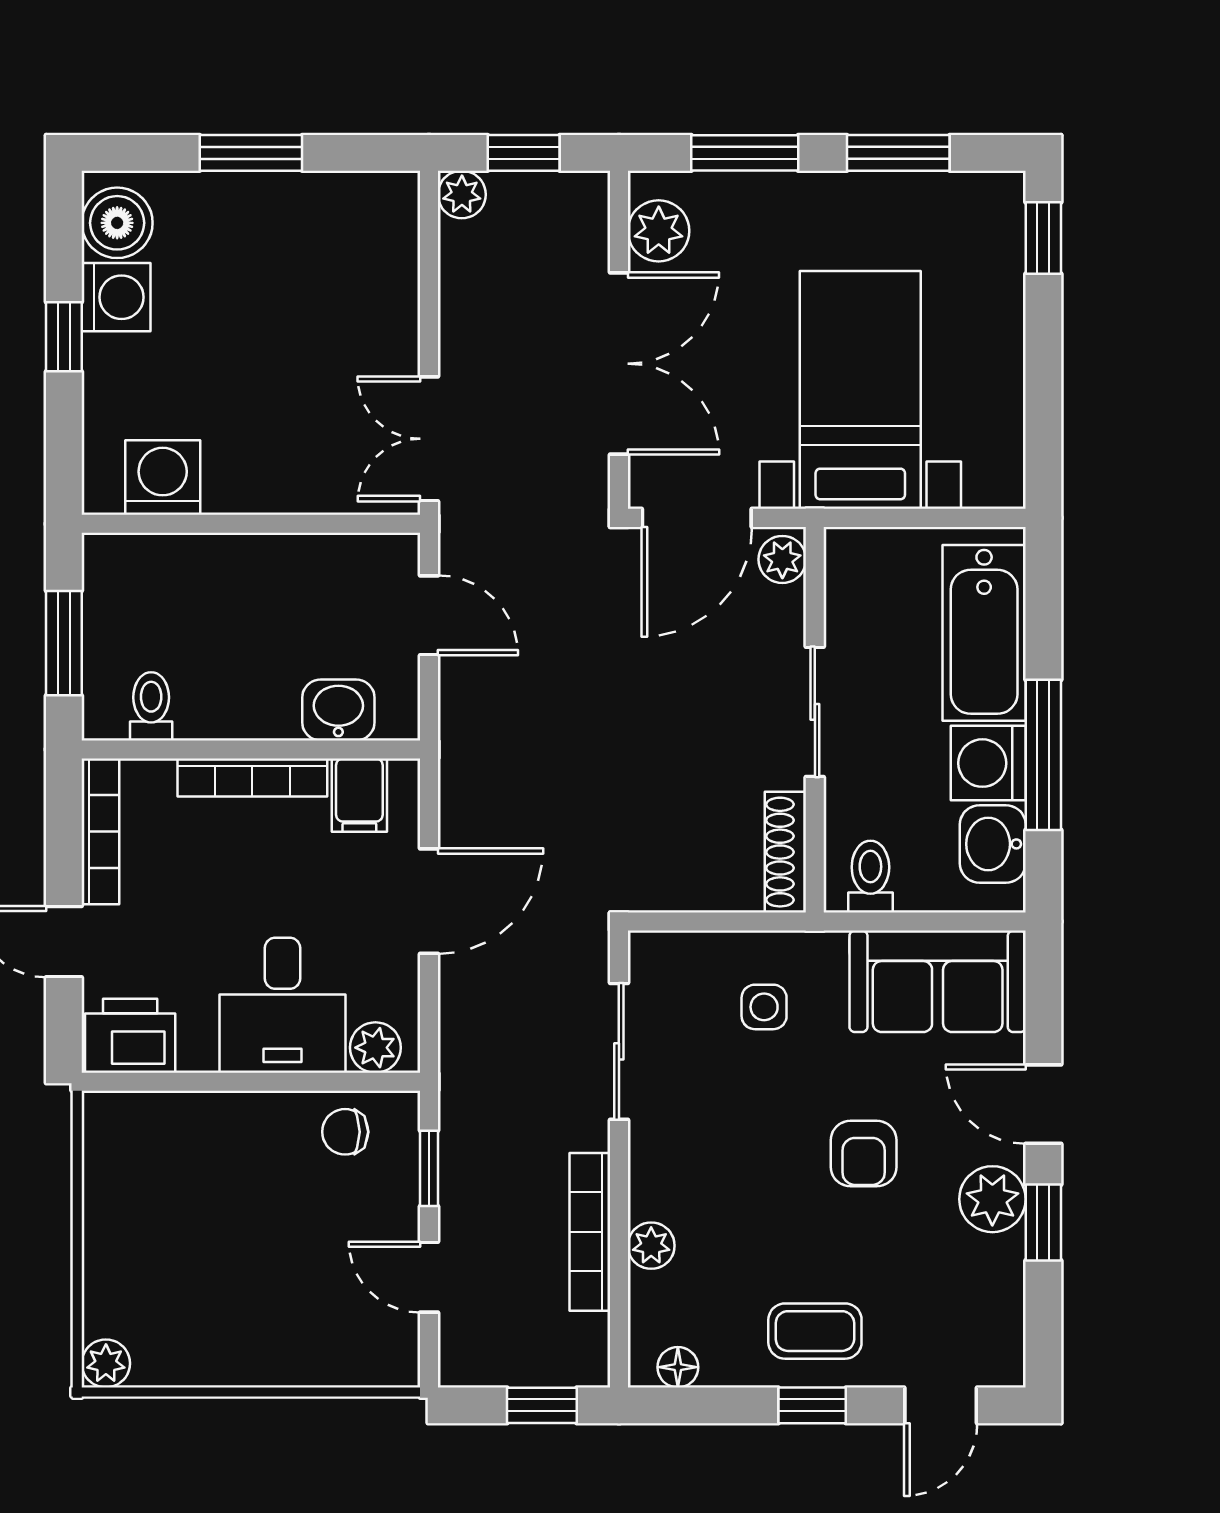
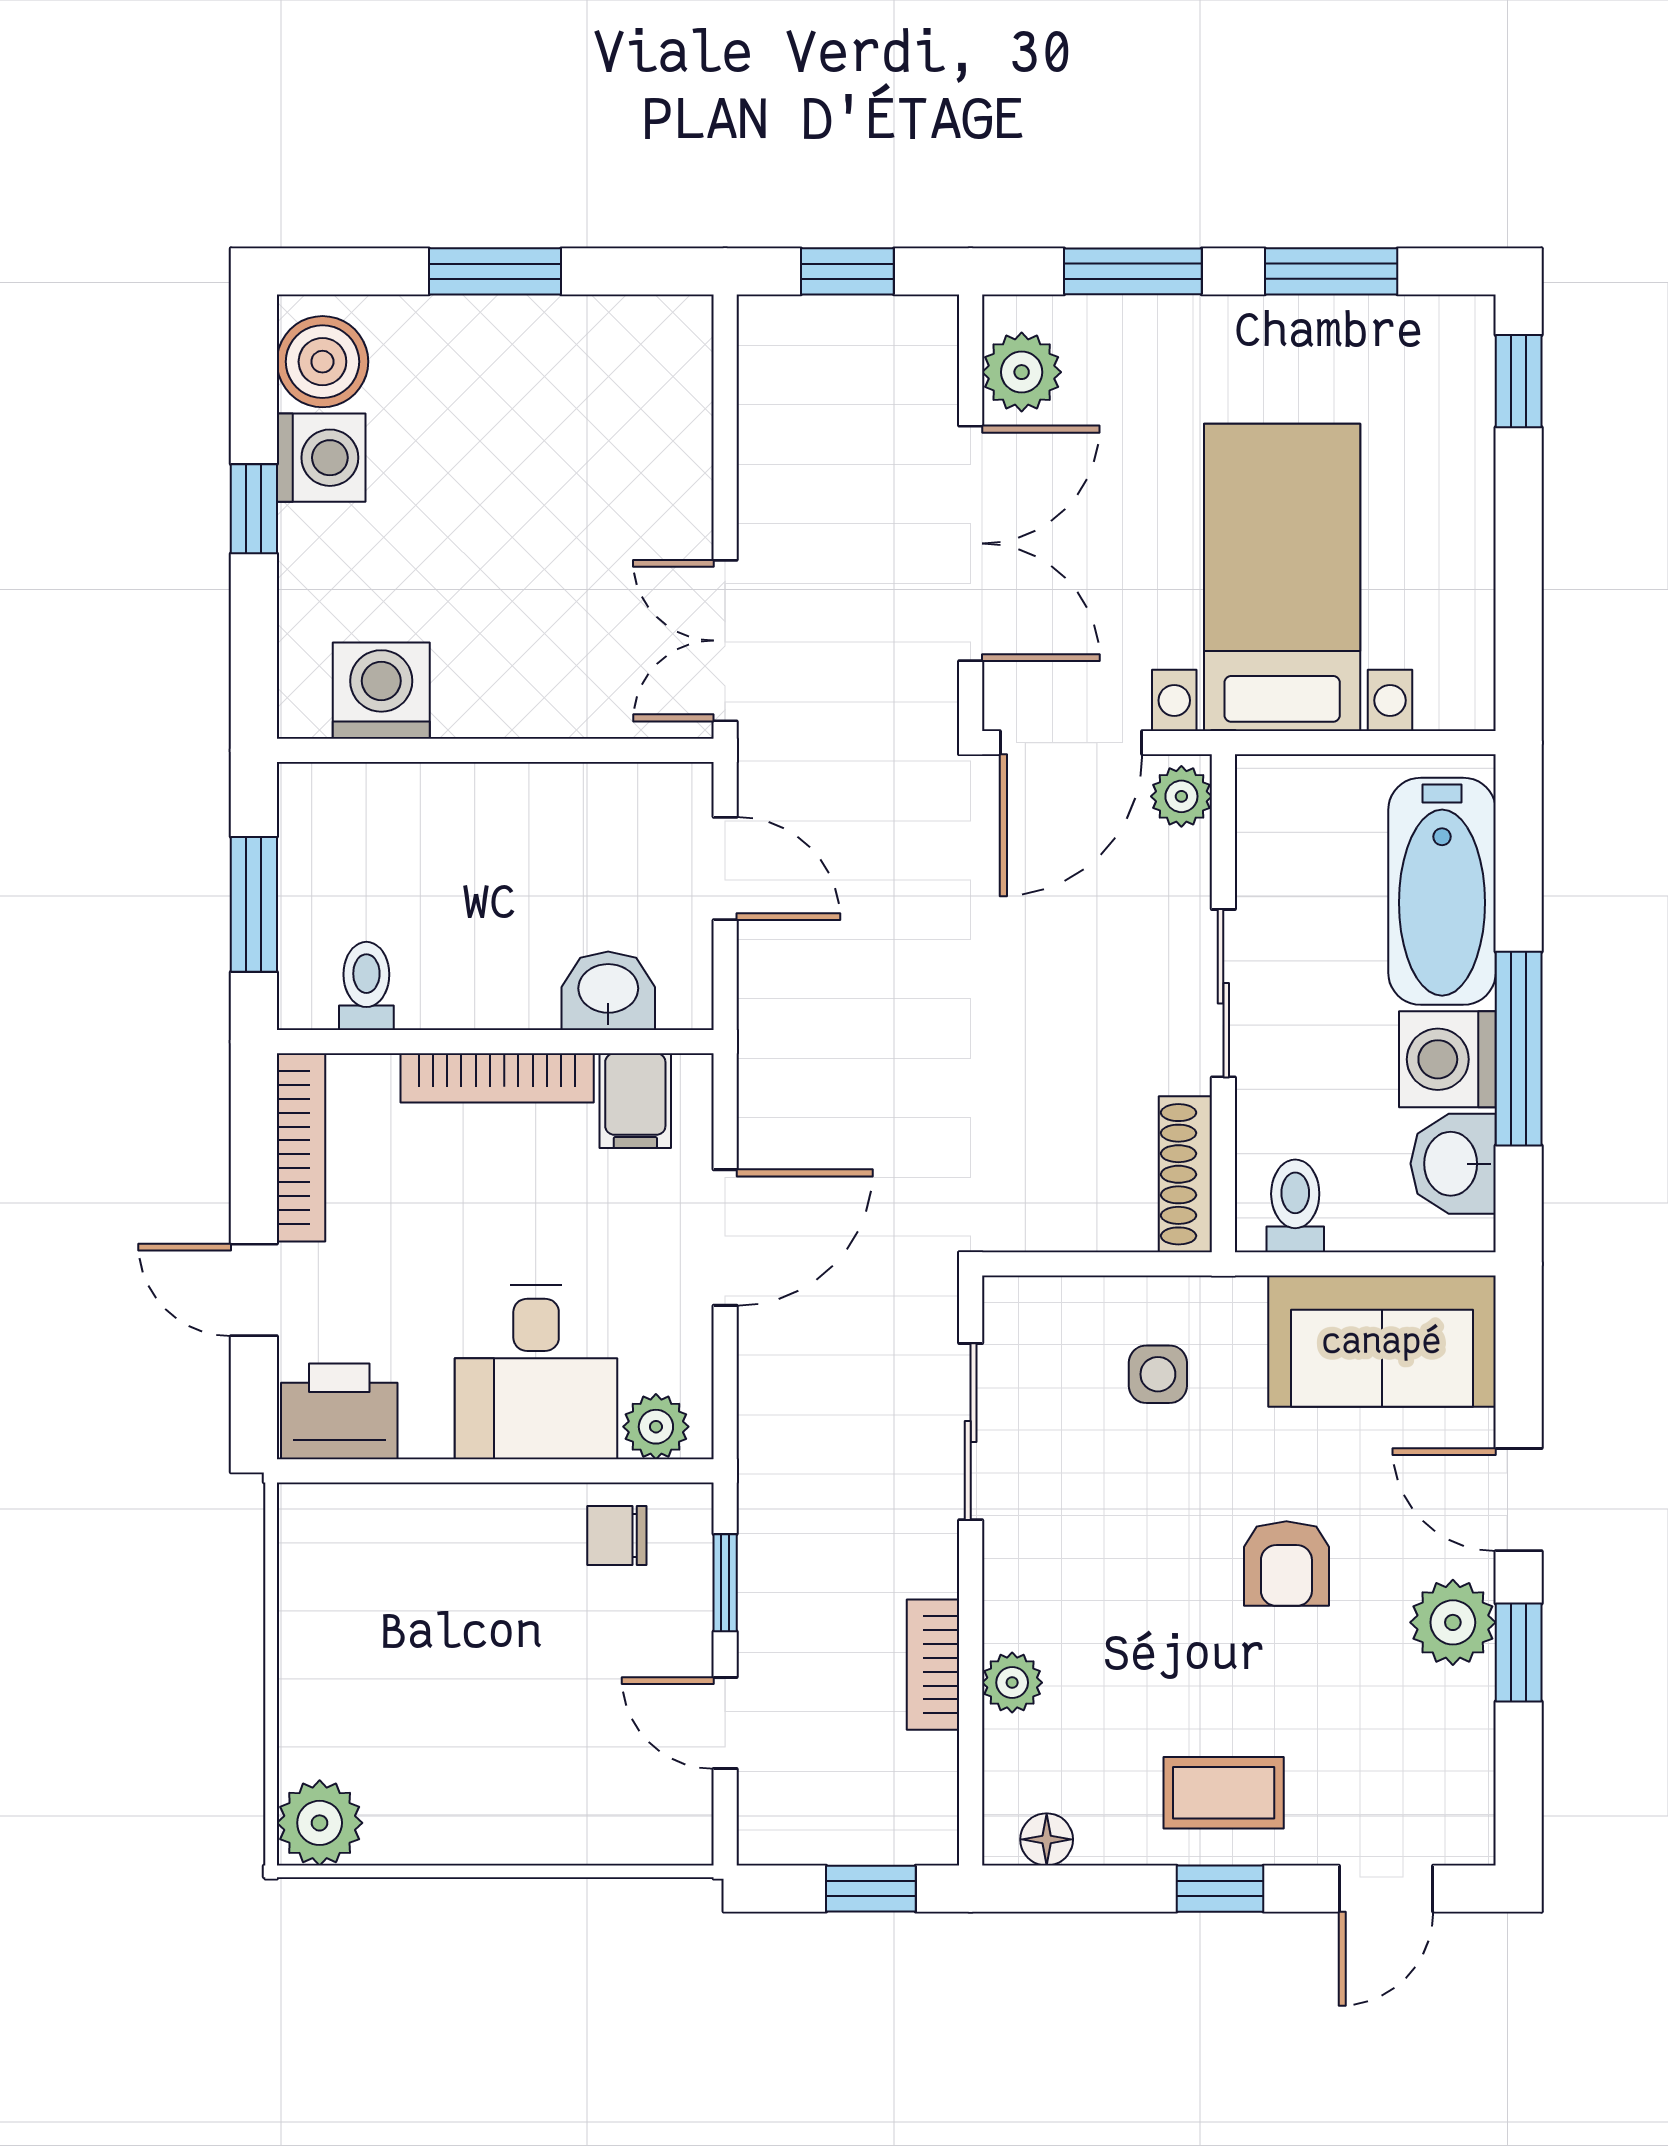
plant: (462, 195) -> (768, 325), removed
bookcase: (590, 1232) -> (933, 1665), width x0.64
plant: (106, 1363) -> (320, 1823), width x1.38, depth x1.38

